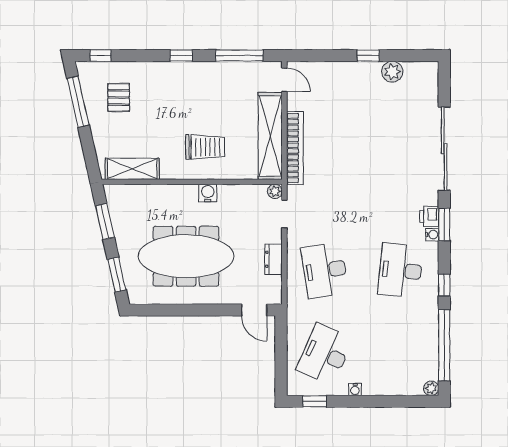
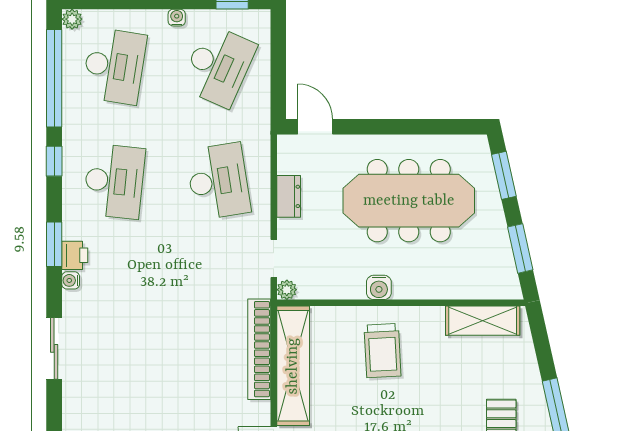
trolley: (205, 147) -> (382, 351), turned -93
sliding door: (444, 149) -> (54, 348), width x0.54
water cooler: (432, 235) -> (71, 280), moved
desk: (400, 354) -> (114, 66), added

